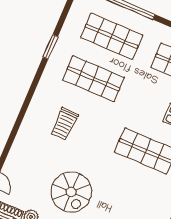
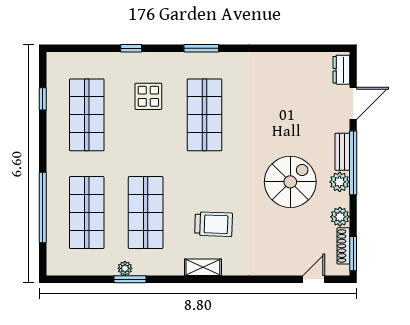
plant: (60, 47) -> (125, 268), added
shelving: (37, 103) -> (203, 267), added

